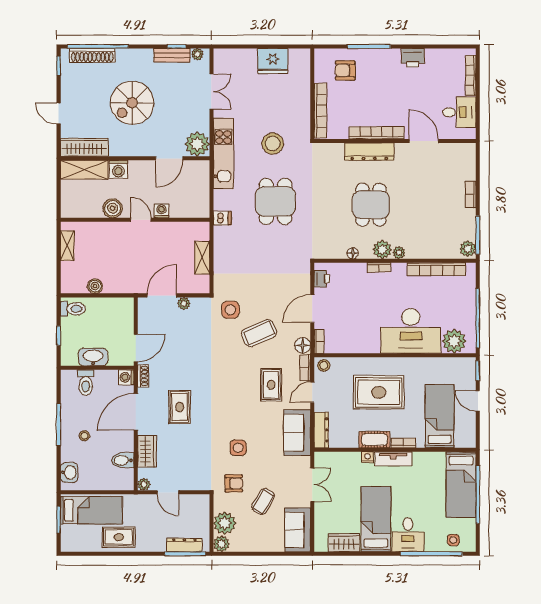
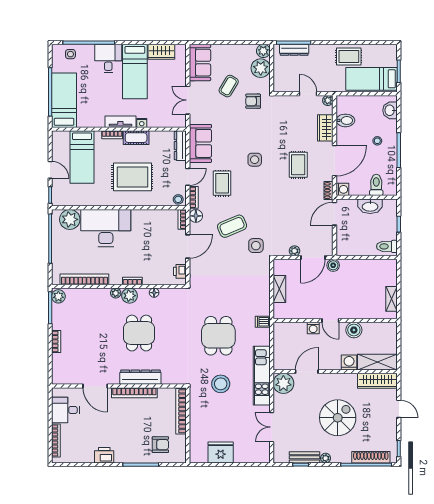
plant: (197, 54) -> (326, 458), moved
boiler: (95, 286) -> (333, 265), moved
side table: (238, 448) -> (255, 160), moved

